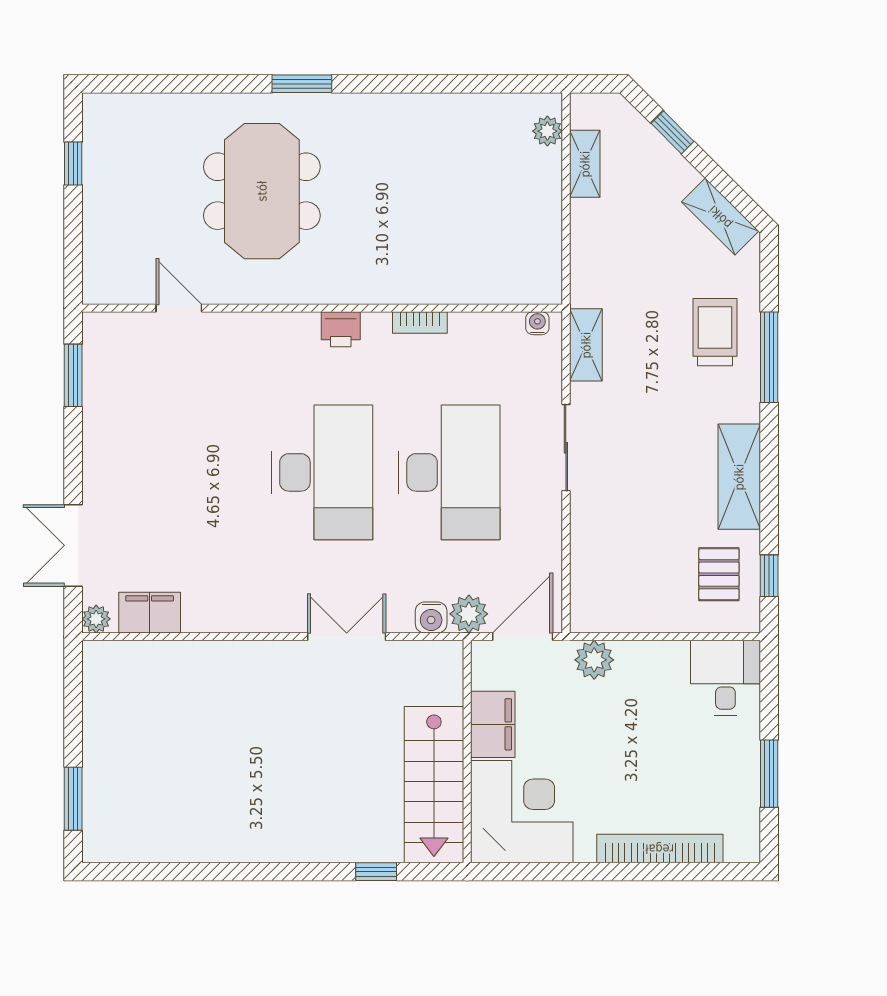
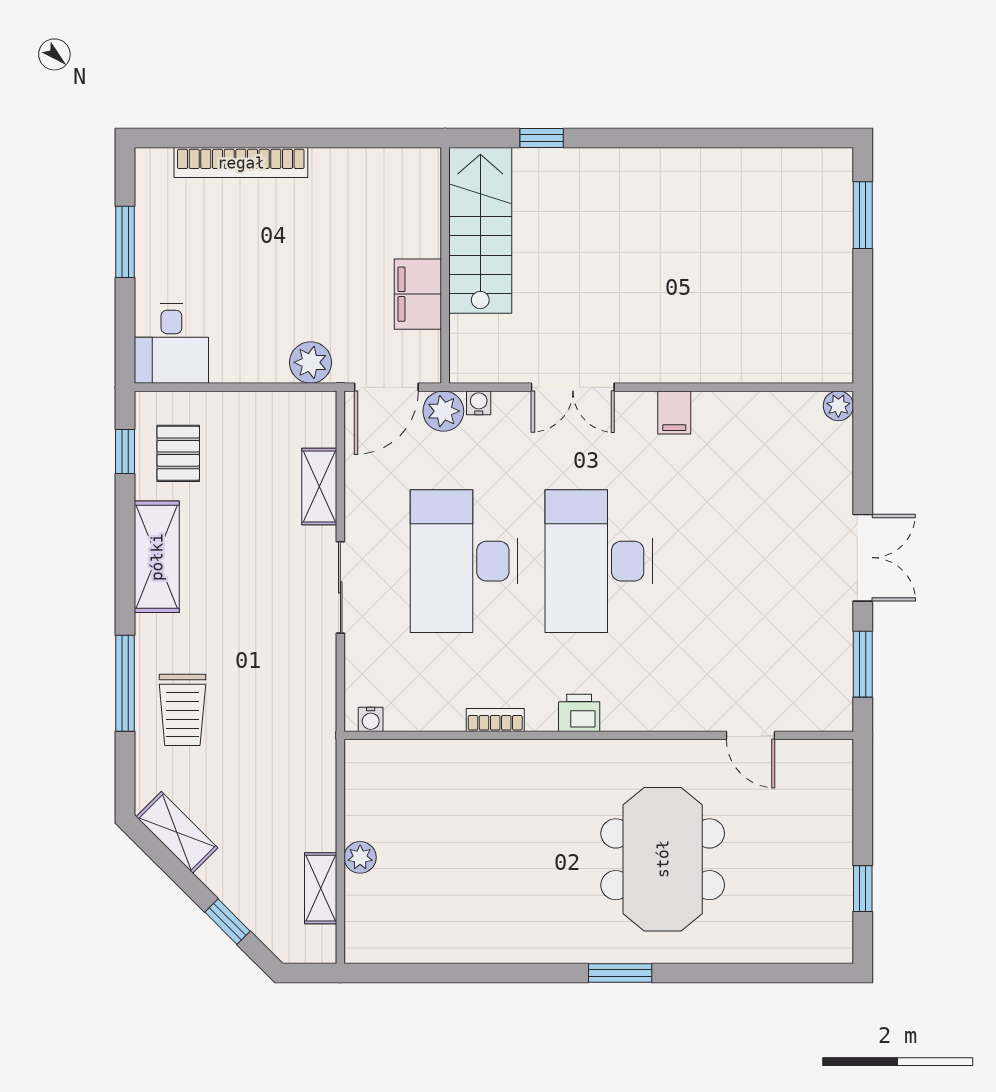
plant: (547, 131) -> (360, 857), moved
shelving: (586, 345) -> (319, 486), moved
double door: (73, 545) -> (863, 558), moved
filing cabinet: (150, 613) -> (674, 412), moved, width x0.50
water cooler: (431, 617) -> (479, 403), width x0.72, depth x0.72
corner desk: (522, 812) -> (387, 202), removed

